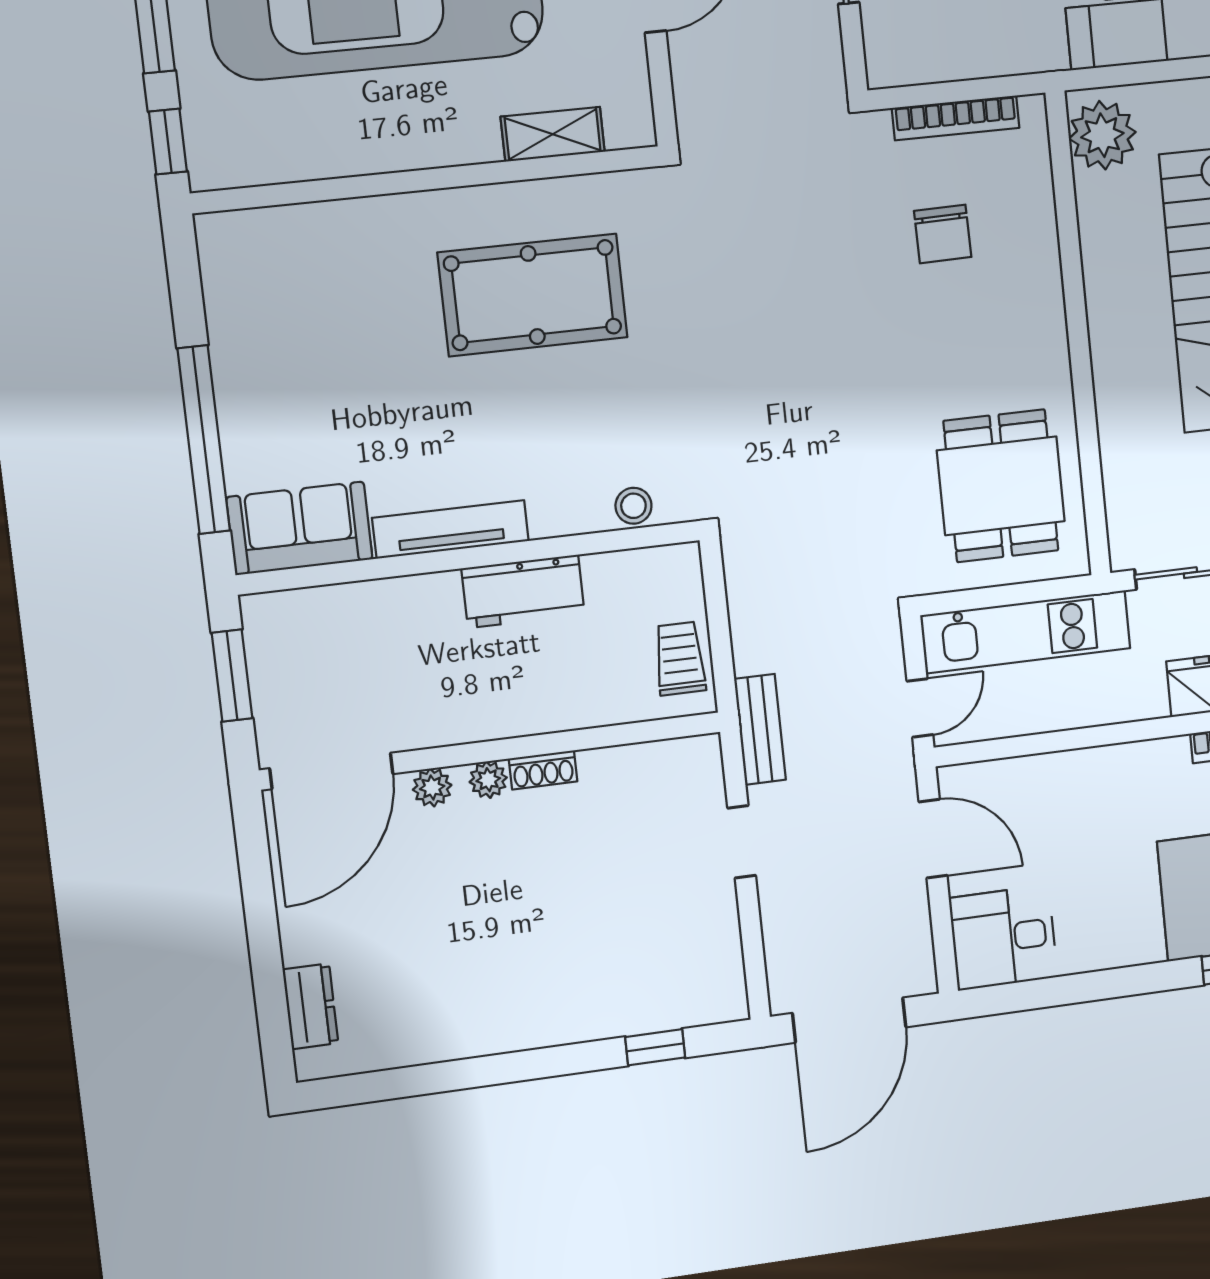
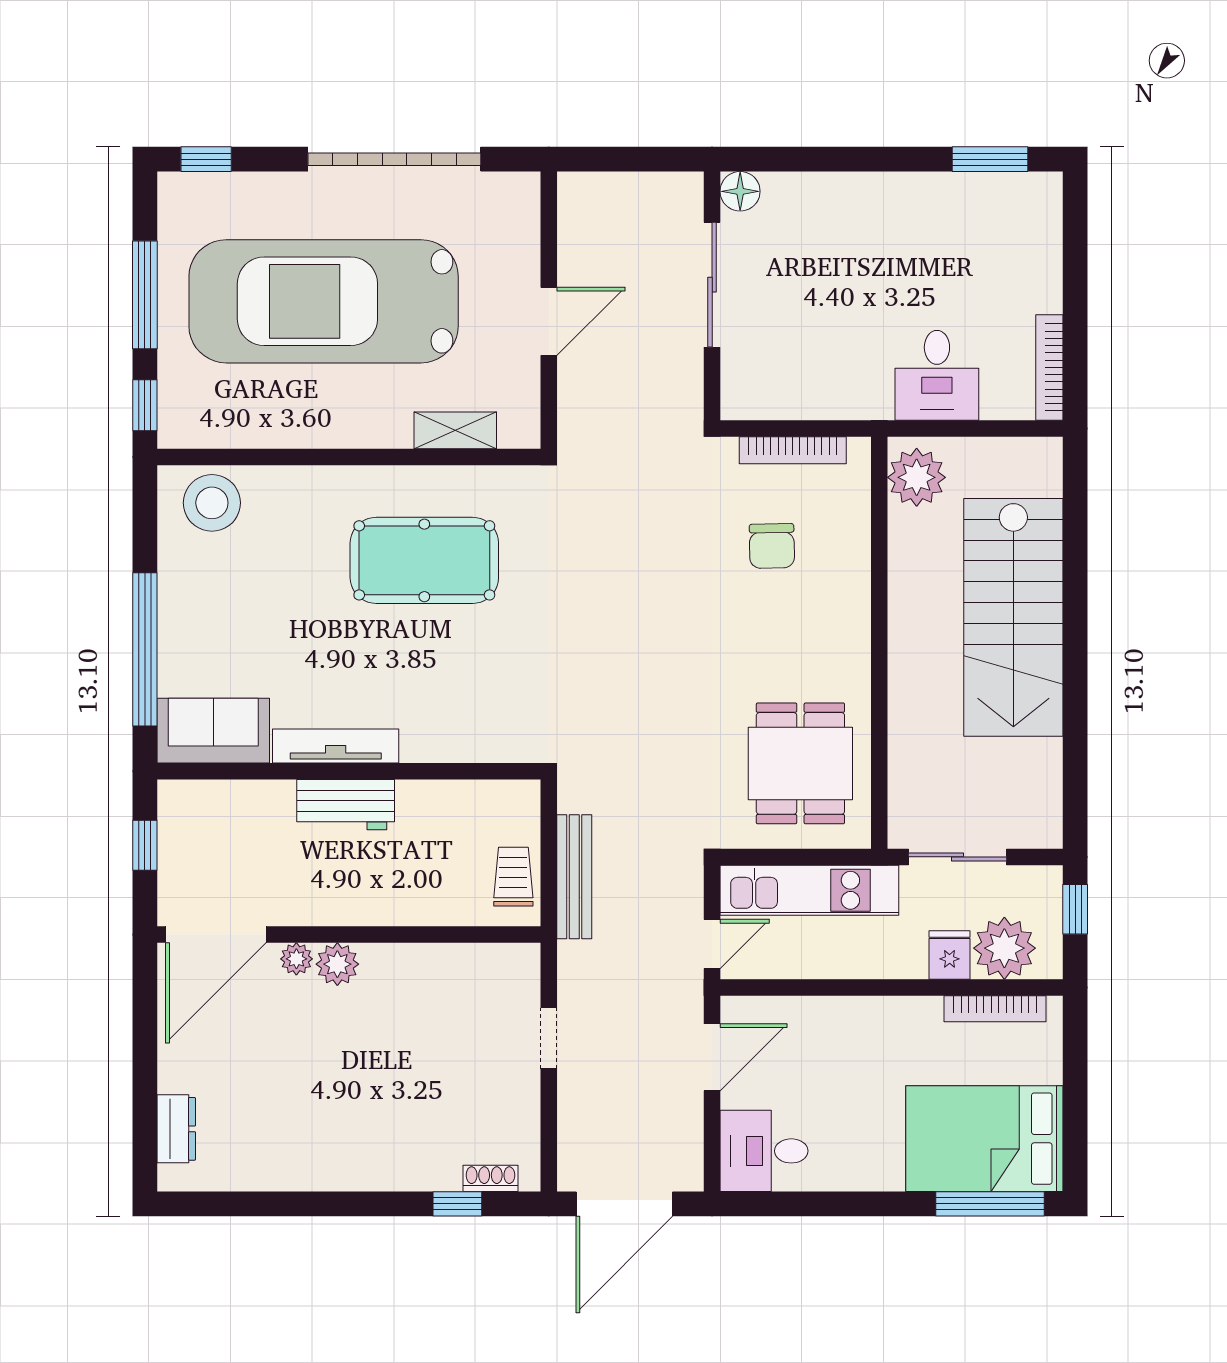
stool: (633, 506) -> (212, 503), moved, width x1.89, depth x1.89
workbench: (523, 591) -> (346, 805), moved
window: (232, 676) -> (145, 845), width x0.67
bench: (760, 729) -> (574, 877), moved, width x1.36
shoe rack: (543, 770) -> (490, 1178), moved, turned 180
plant: (488, 780) -> (337, 964), width x1.38, depth x1.38
door: (933, 839) -> (712, 1057), hinge flipped

